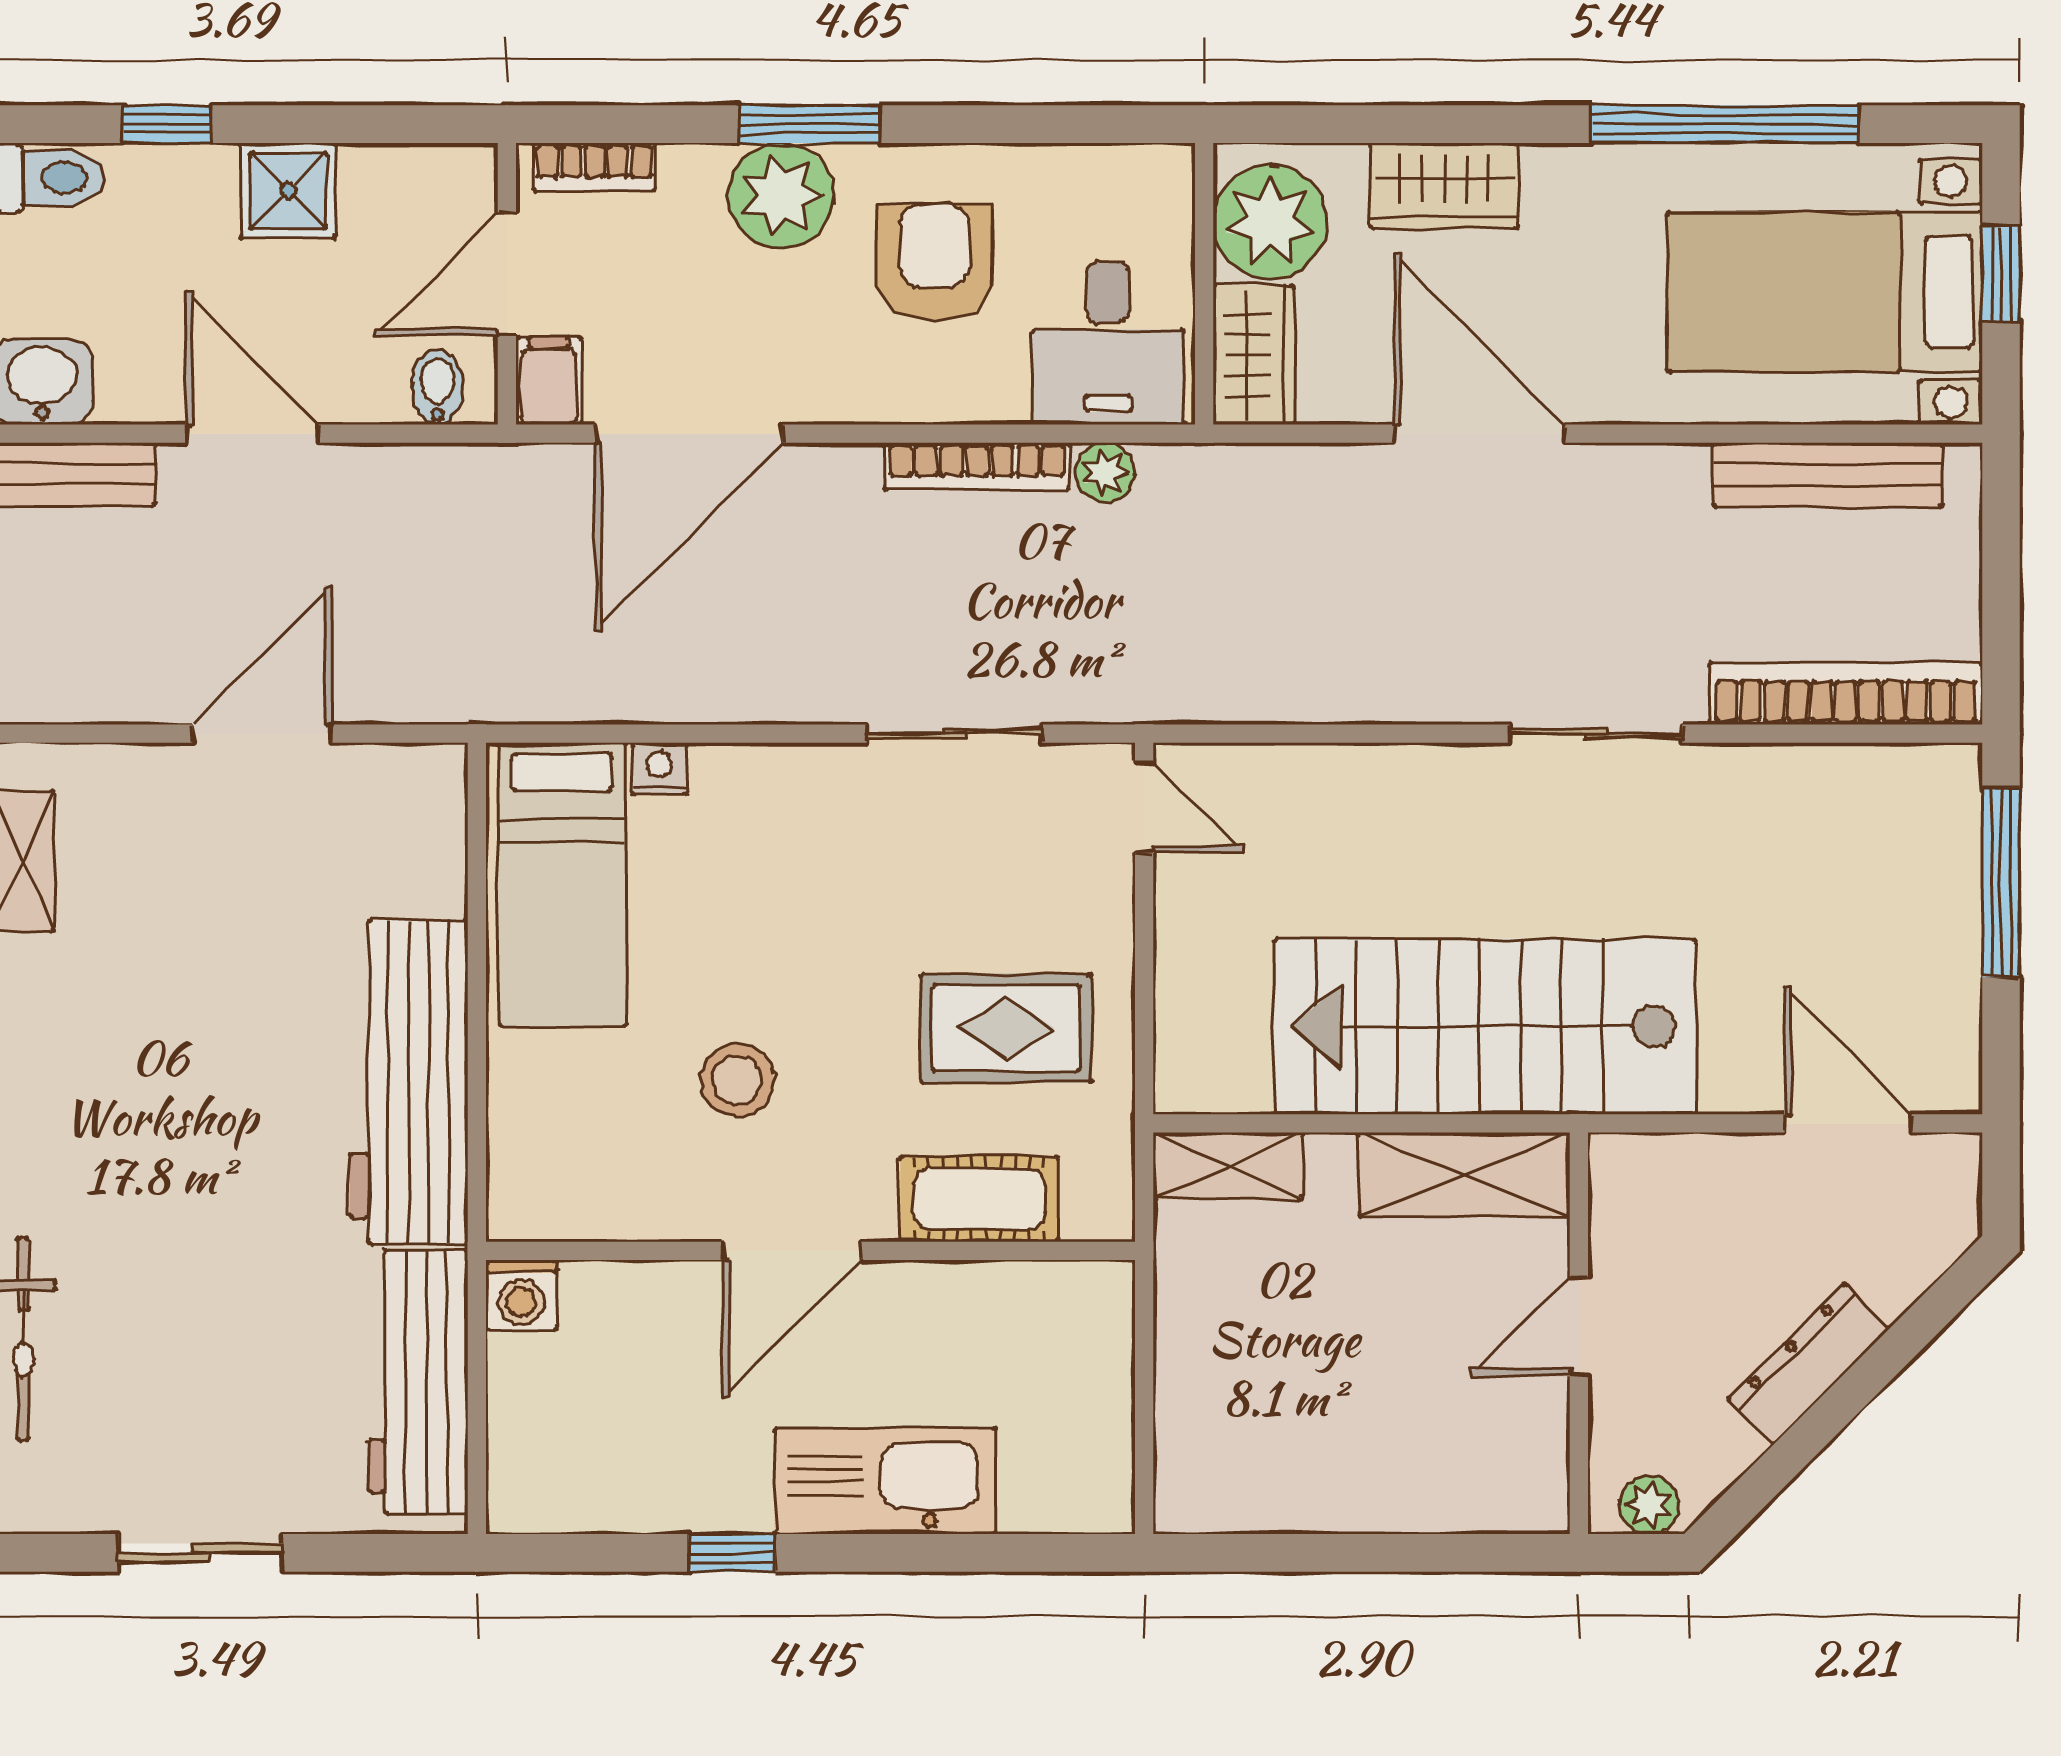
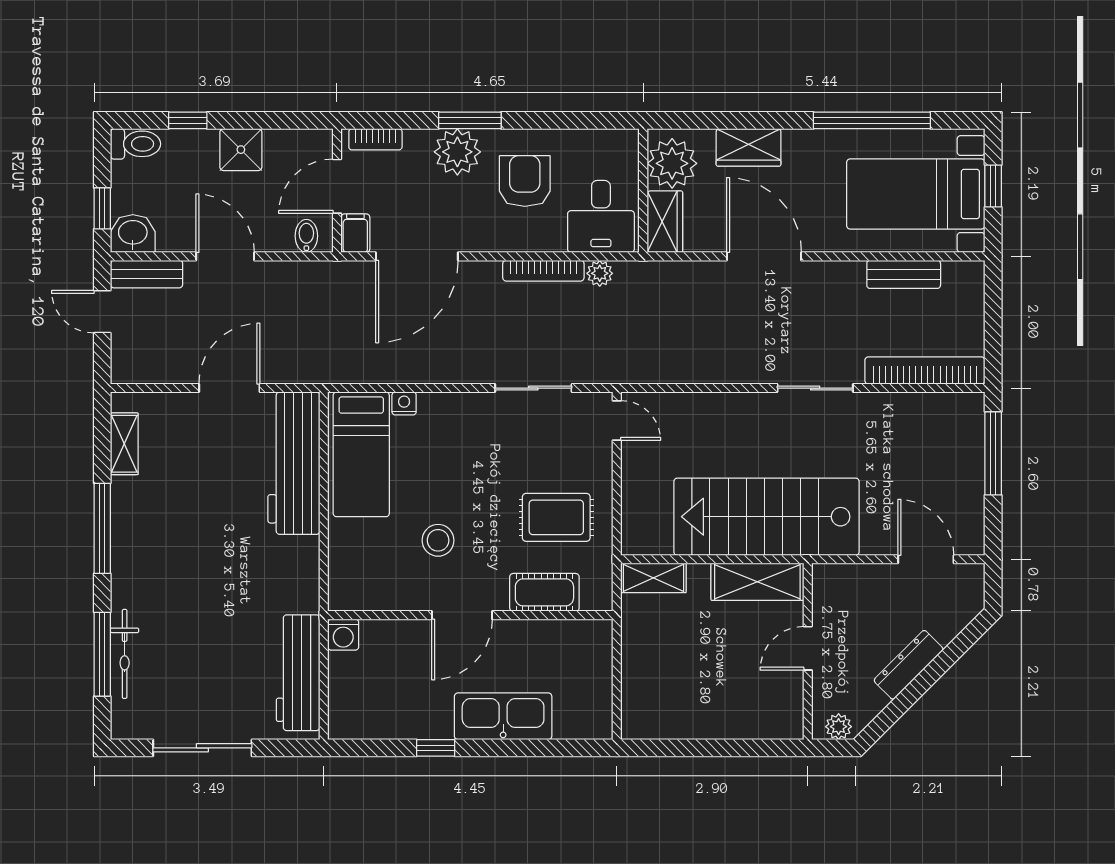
bench: (1828, 475) -> (904, 274), width x0.73
workbench: (409, 1082) -> (294, 463), moved
sliding door: (200, 1553) -> (202, 748), width x1.37

